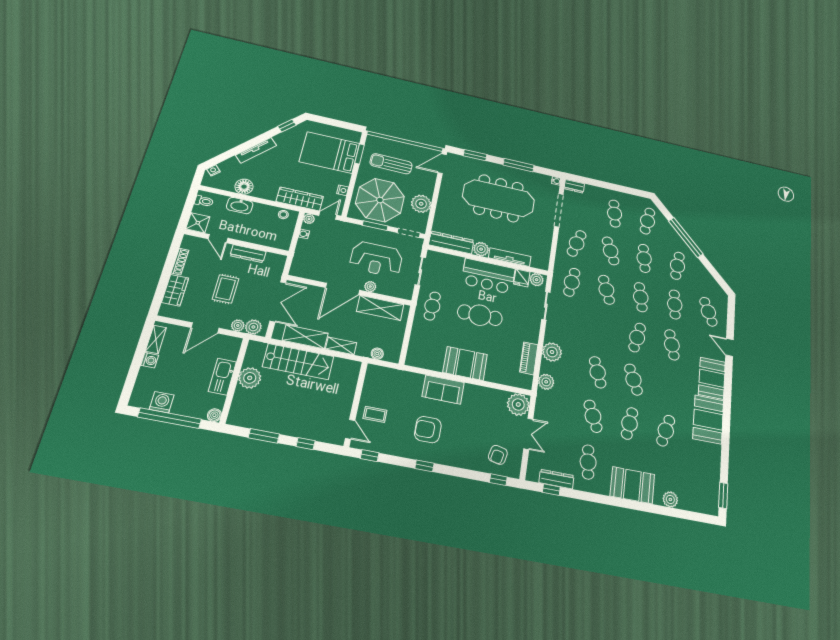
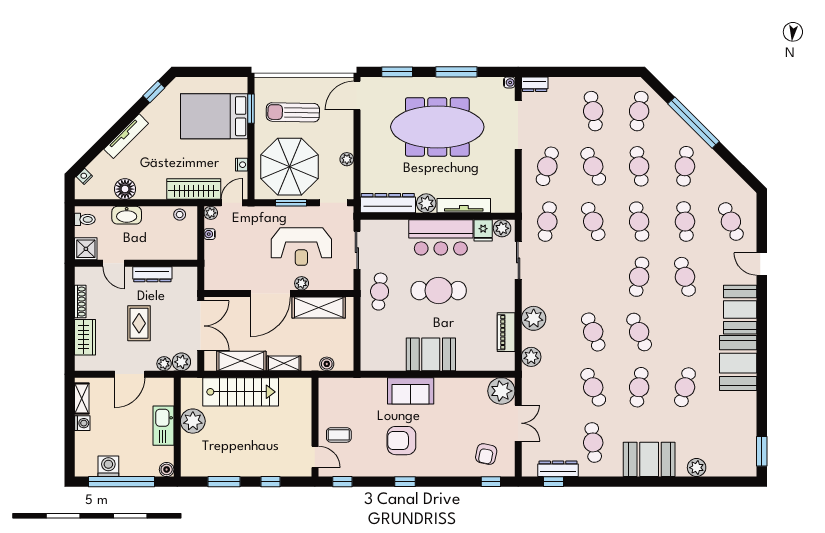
plant: (421, 204) -> (347, 159), width x0.53, depth x0.53

